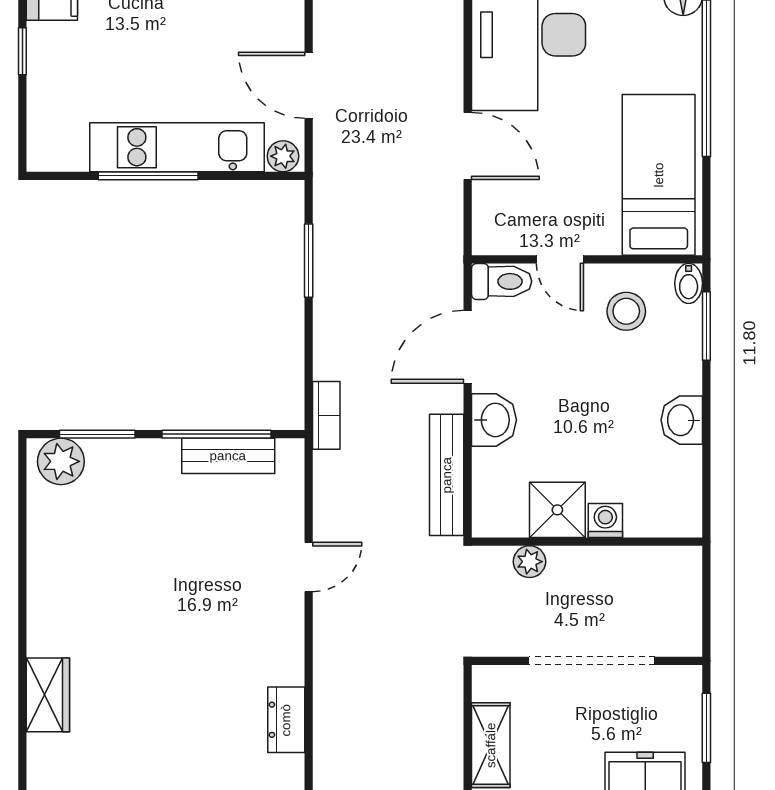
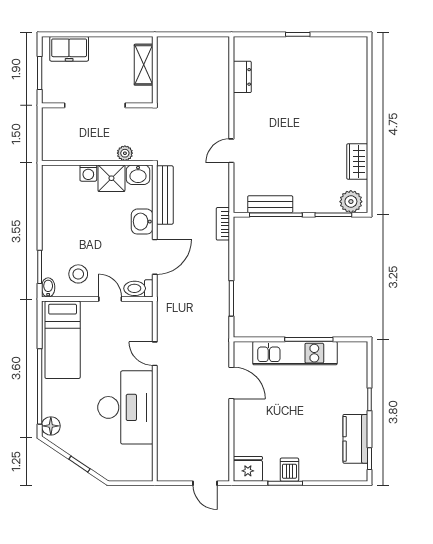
door: (468, 146) -> (155, 354), width x0.73
plant: (283, 156) -> (244, 349), removed
washbasin: (682, 420) -> (138, 175), moved, turned 90
wardrobe: (48, 695) -> (357, 161), moved

